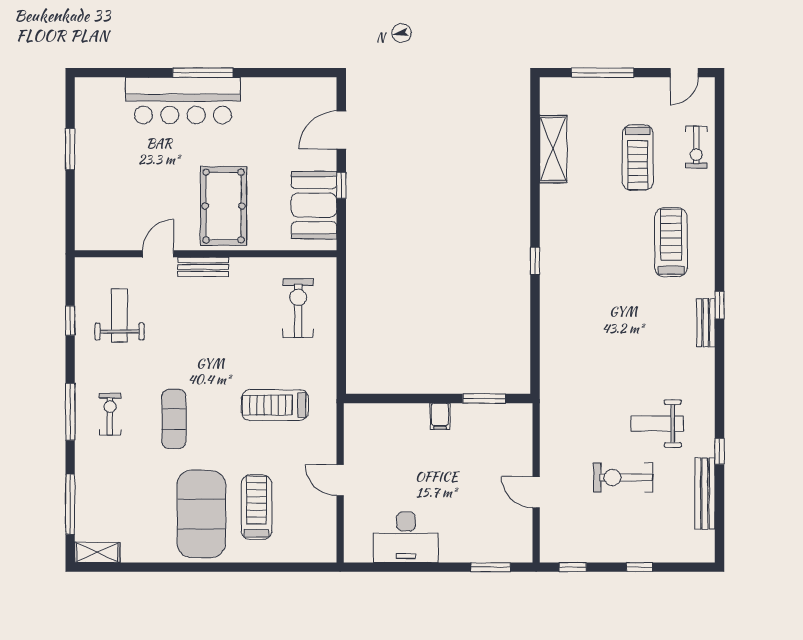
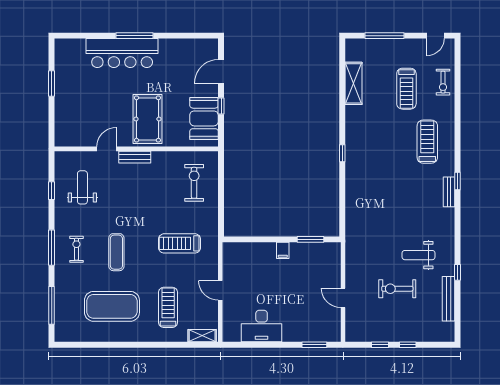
exercise mat: (201, 514) -> (112, 306), moved, turned 90
shelving: (97, 552) -> (202, 336), moved
window: (573, 567) -> (380, 345), moved

